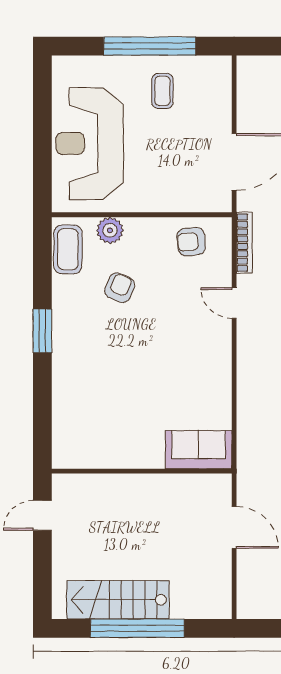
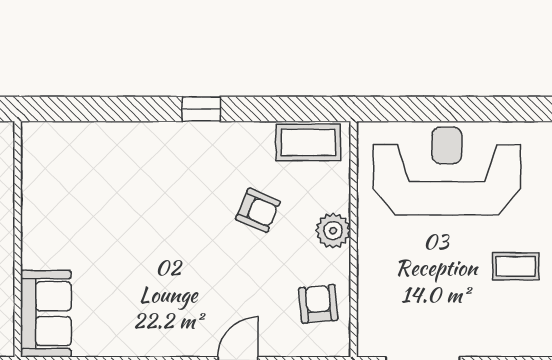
plant: (110, 230) -> (333, 231), moved
window: (42, 331) -> (201, 109), width x0.67

